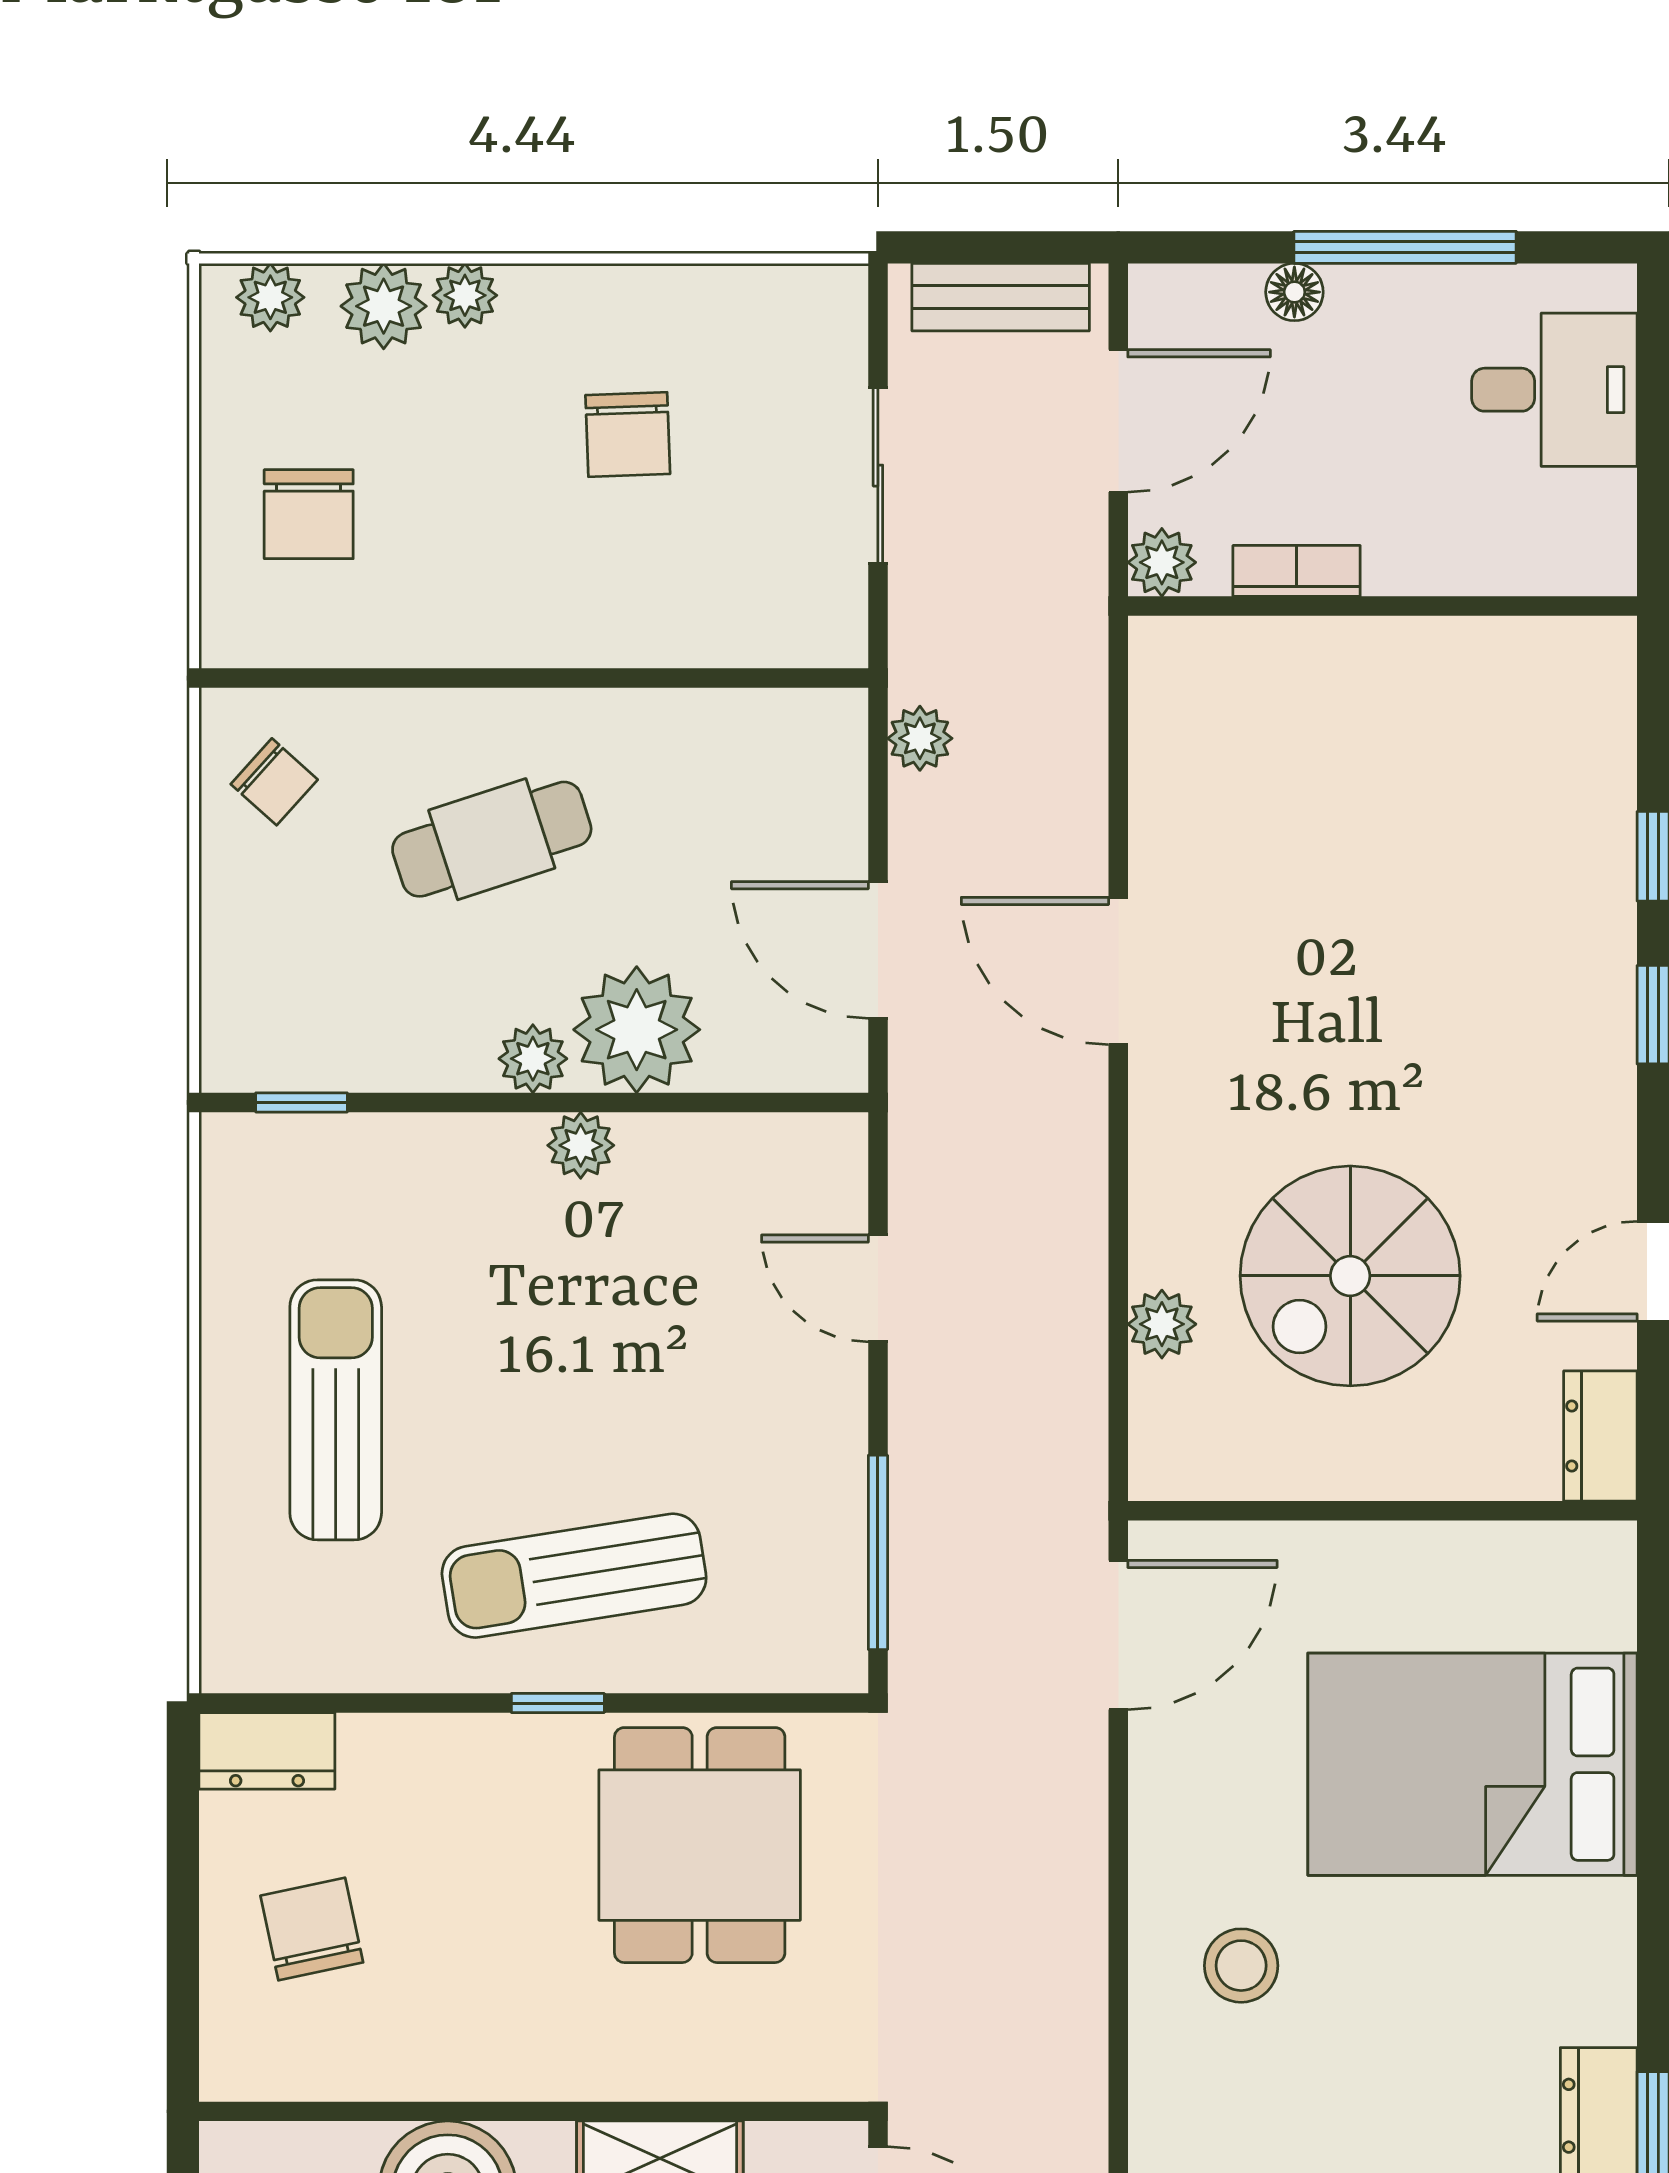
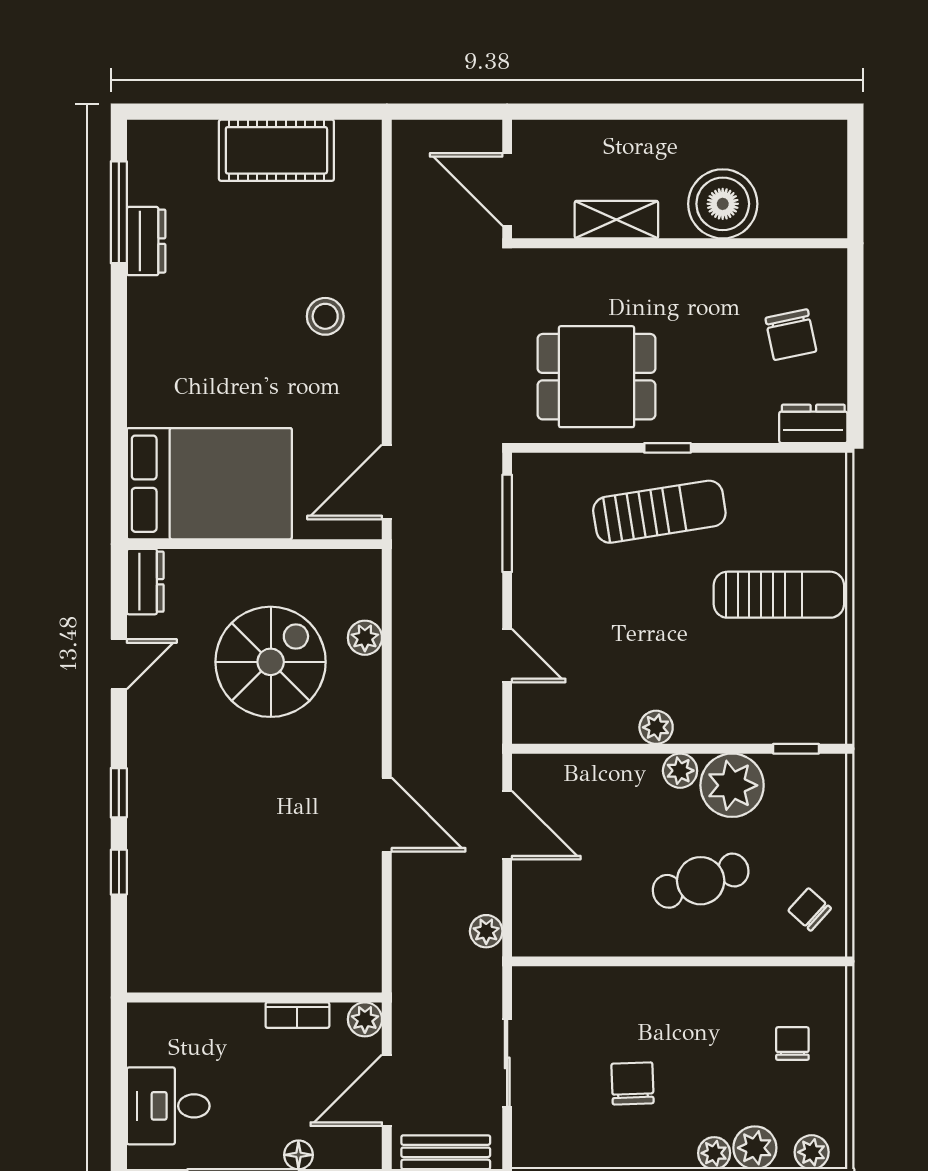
chair: (309, 514) -> (792, 1044), width x0.73, depth x0.73
plant: (637, 1030) -> (732, 785), moved
sun lounger: (336, 1410) -> (779, 595), turned -90
bed: (1472, 1764) -> (209, 484), moved
dining table: (700, 1845) -> (596, 377), turned 90

